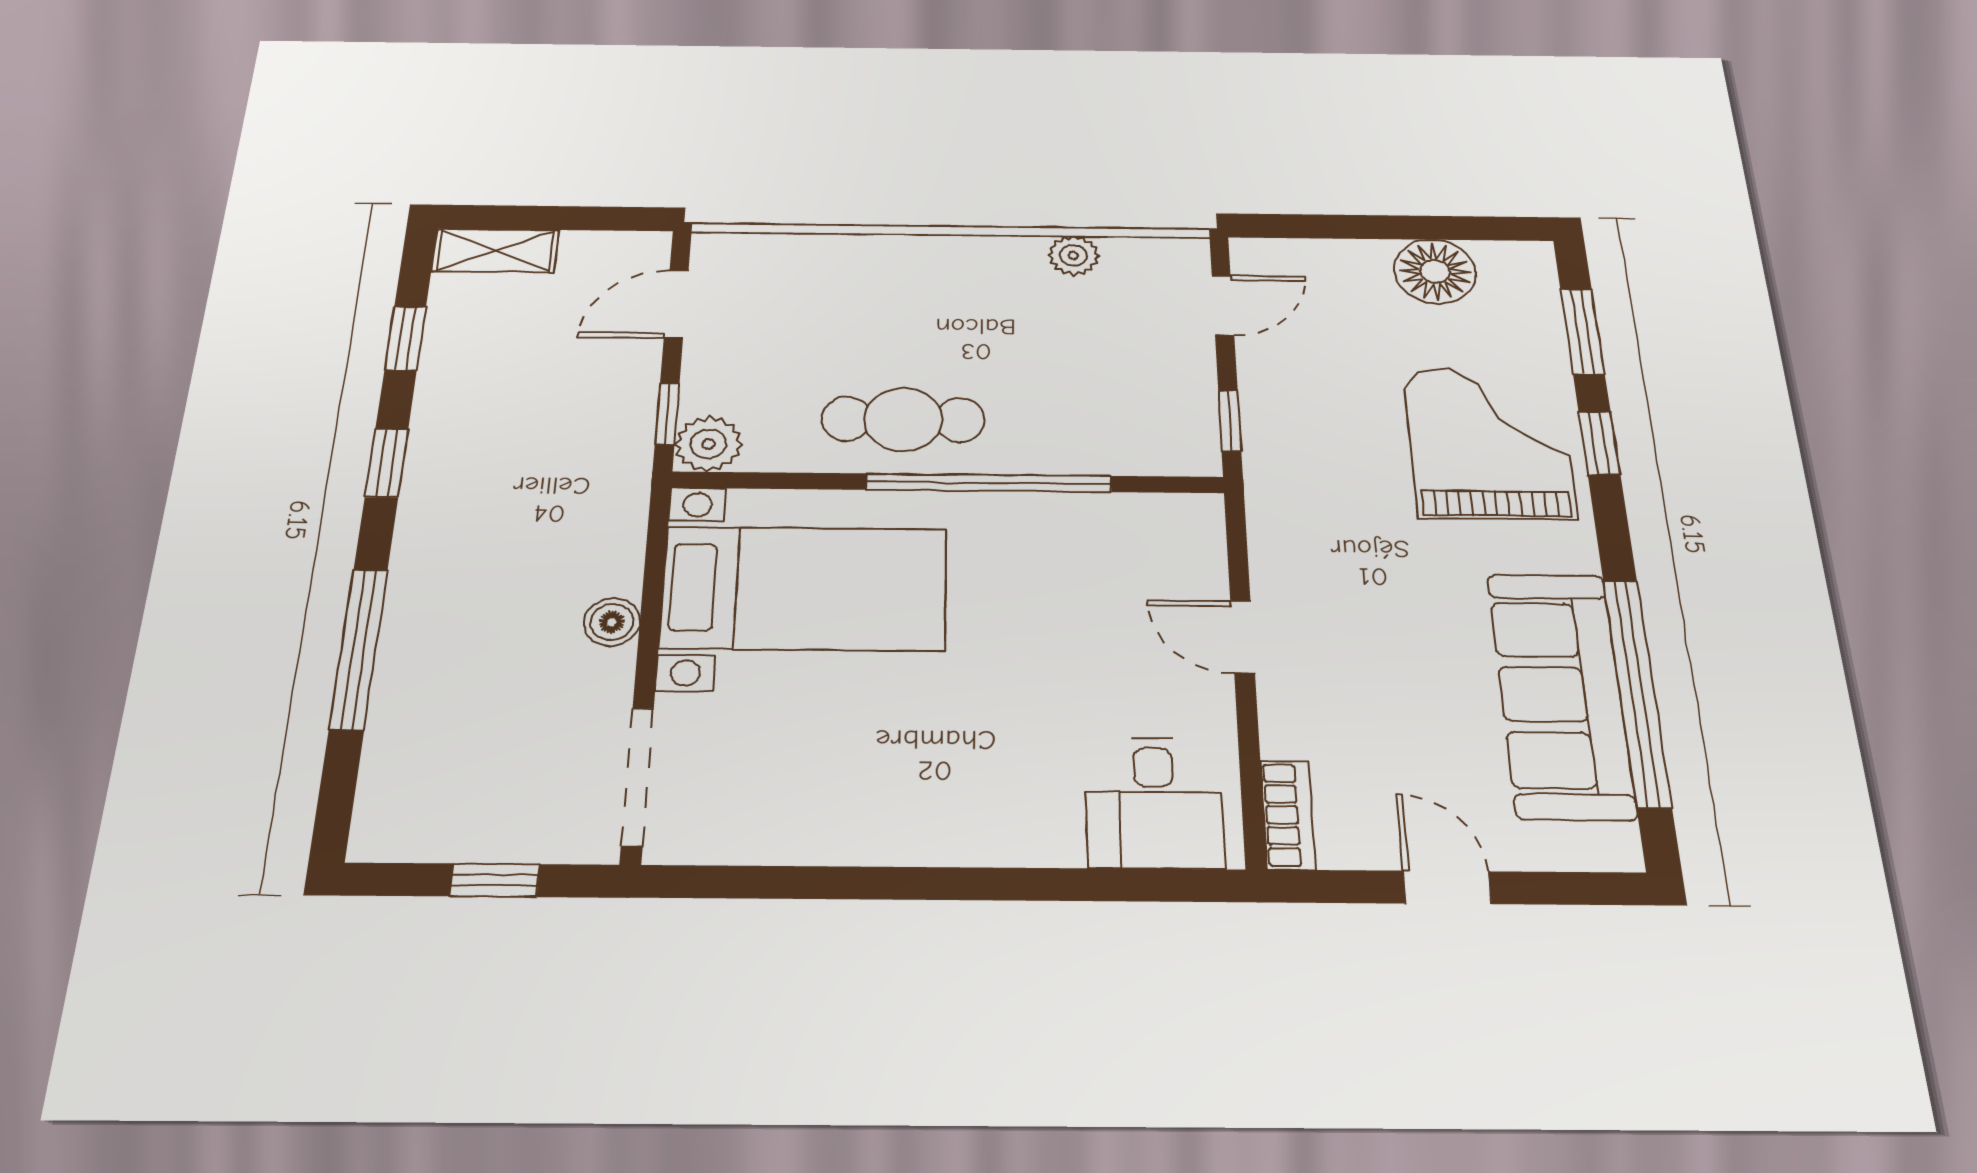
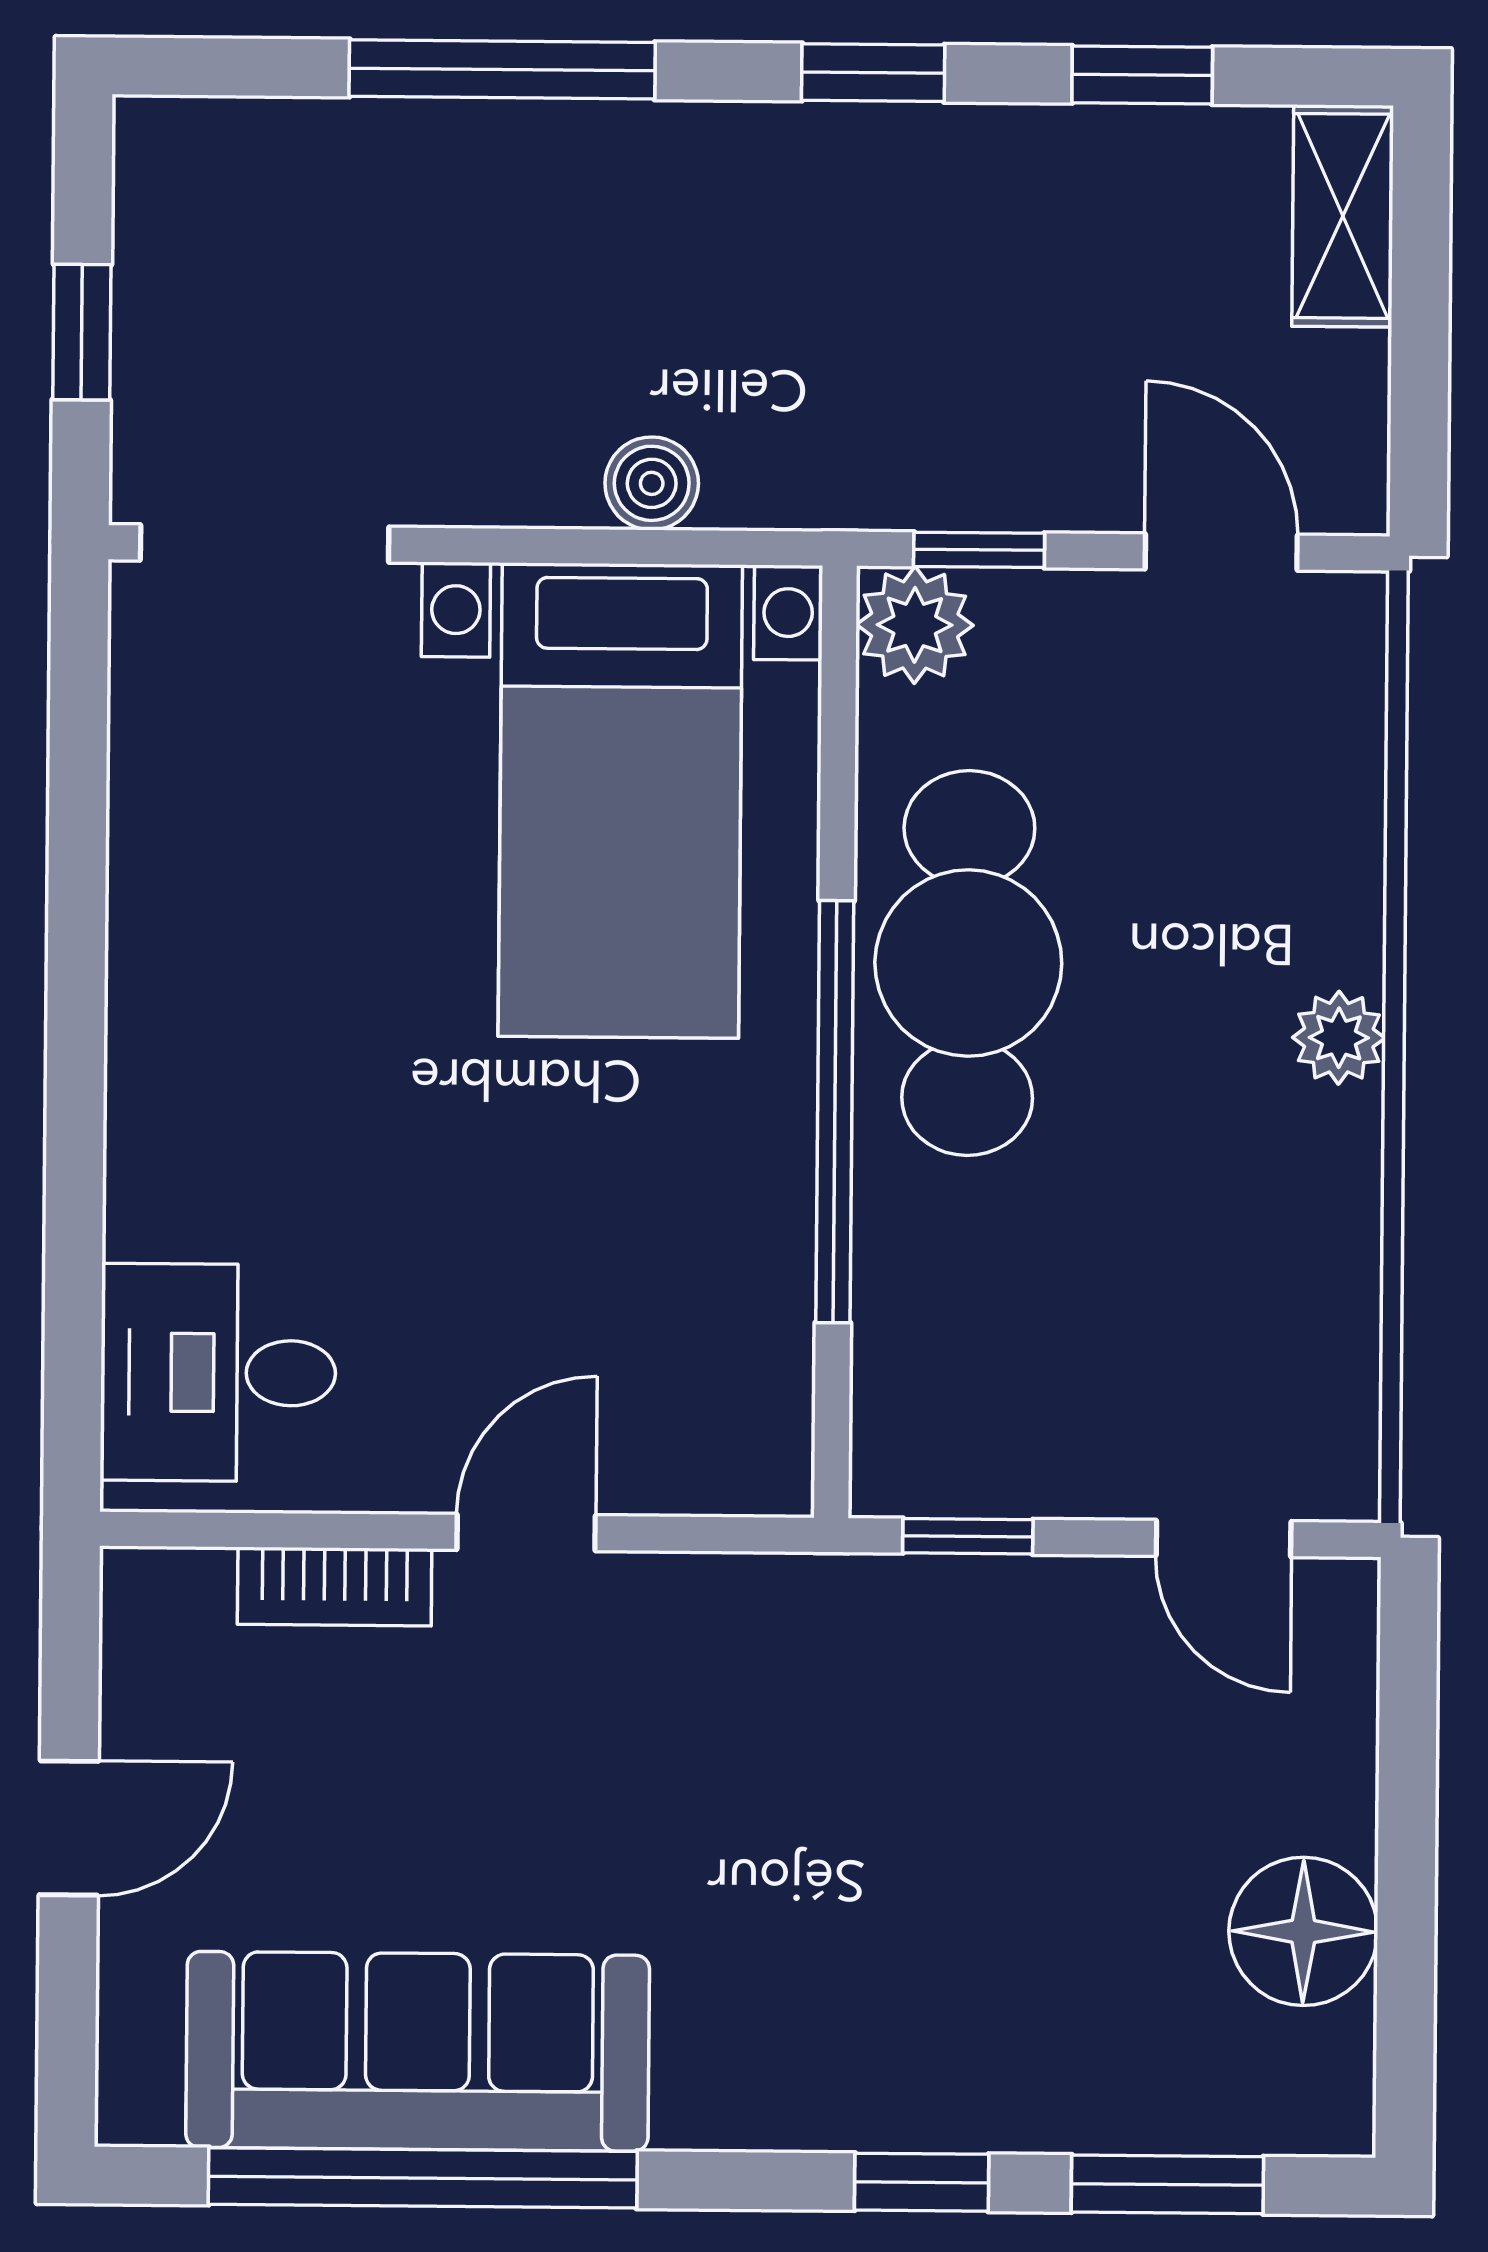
plant: (1073, 256) -> (1339, 1038), moved
cafe table: (903, 419) -> (968, 963), width x1.37, depth x1.35
grand piano: (1489, 443) -> (922, 1988), removed
boiler: (612, 622) -> (652, 483), moved
bookcase: (1288, 815) -> (335, 1587), moved

